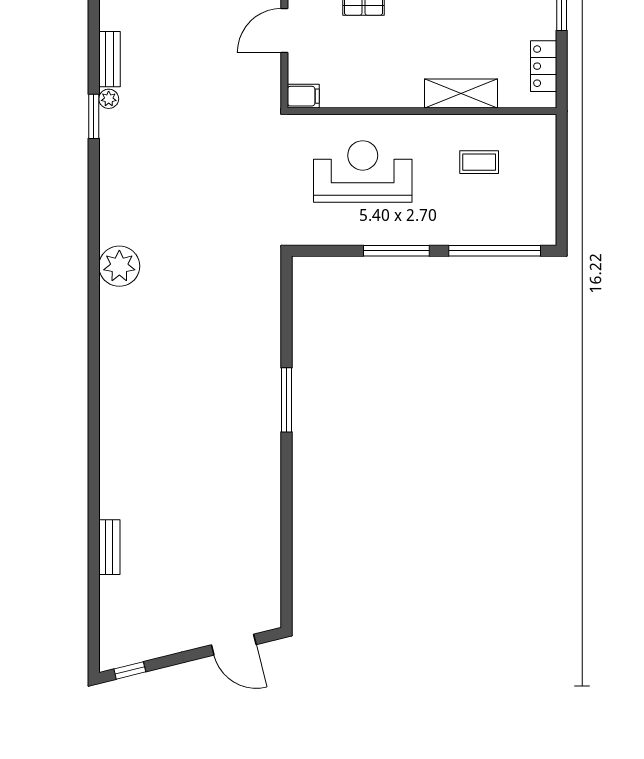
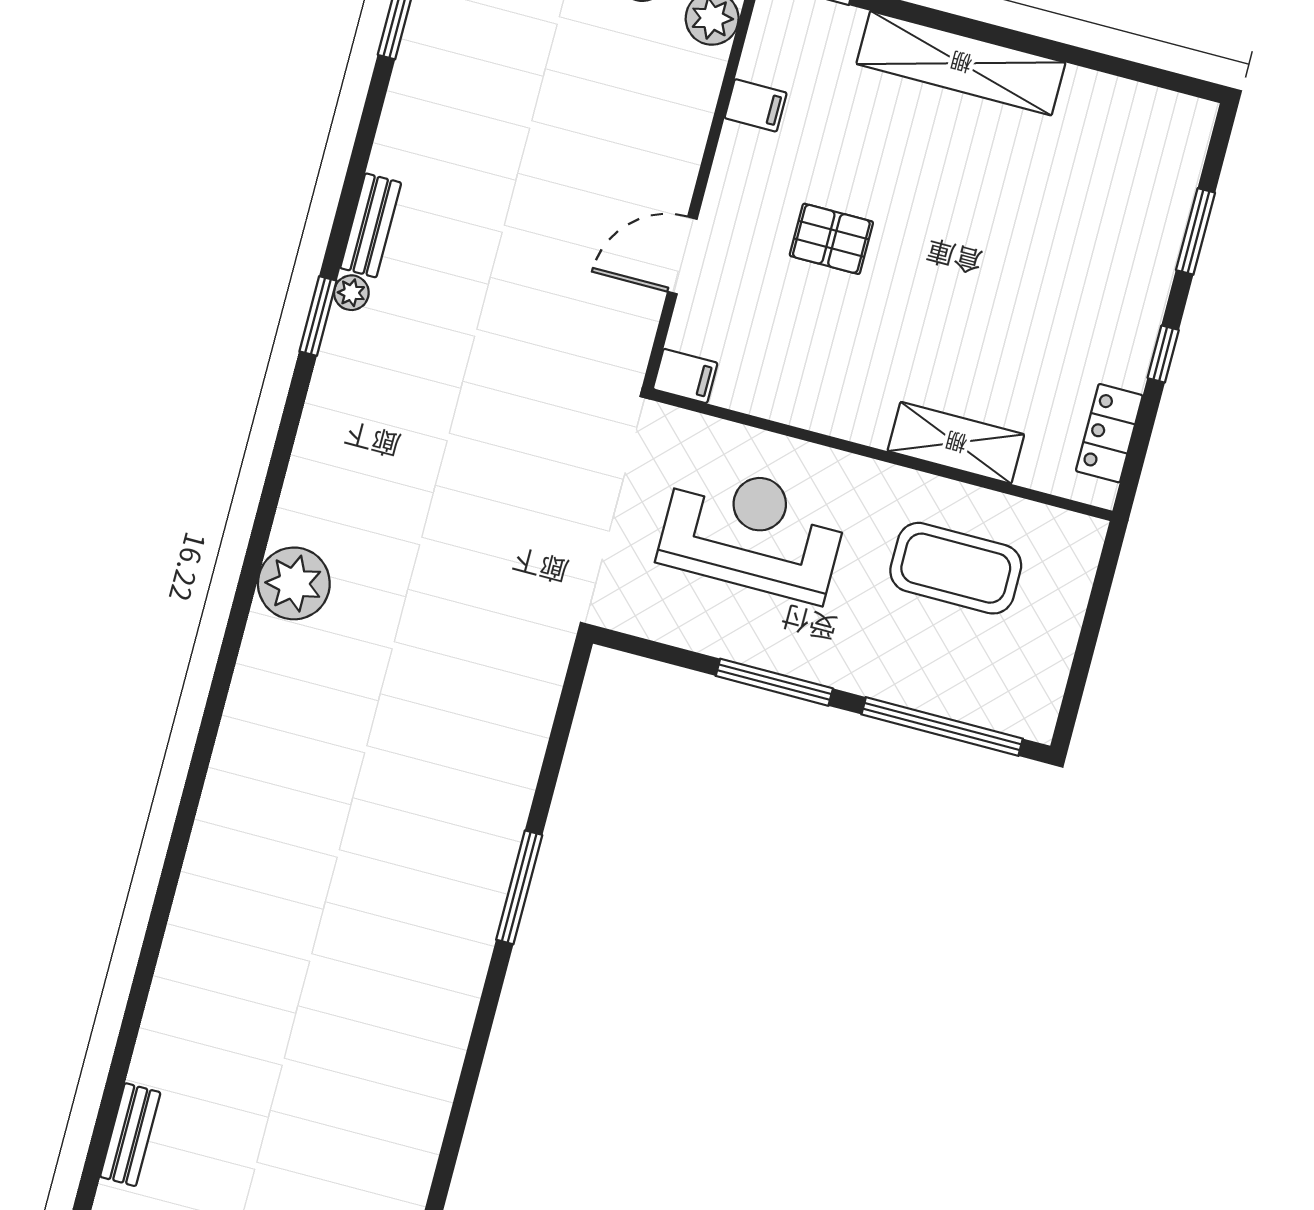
coffee table: (479, 162) -> (956, 568), width x1.86, depth x1.72
bench: (109, 547) -> (130, 1135), moved

